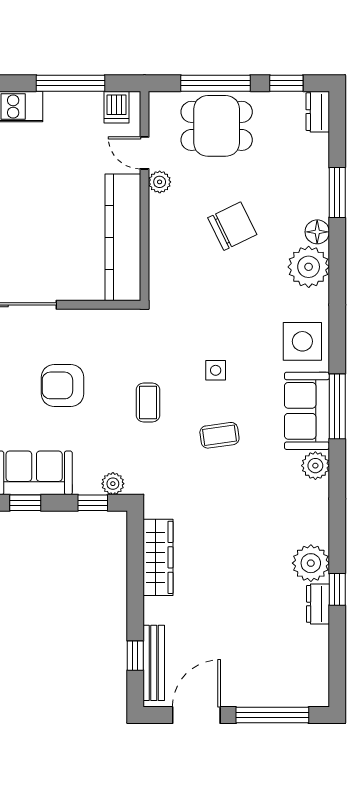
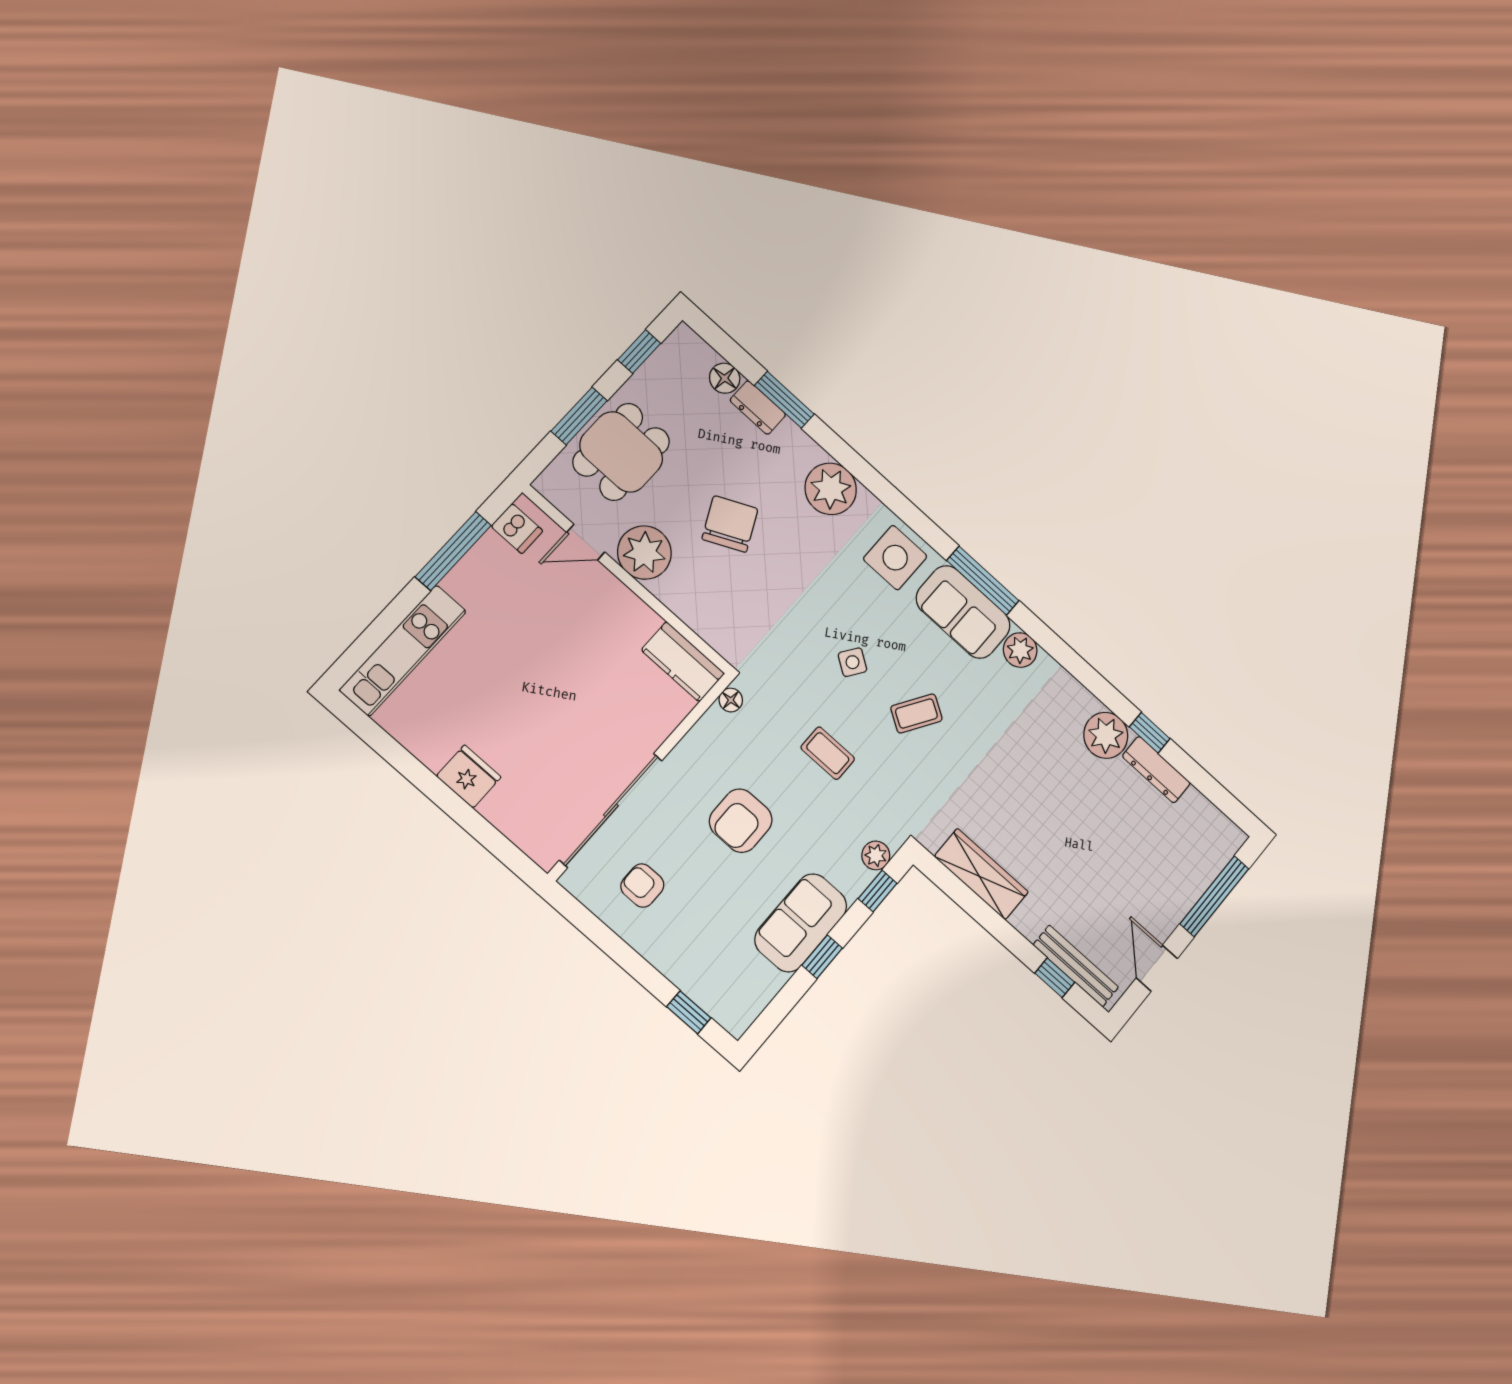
window: (216, 83) -> (579, 416), width x0.69
dresser: (318, 112) -> (758, 407), moved
plant: (160, 182) -> (644, 553), width x1.88, depth x1.88
floor lamp: (317, 232) -> (725, 378), moved
kitchen counter: (123, 237) -> (683, 662), width x0.48, depth x0.86
floor lamp: (128, 318) -> (731, 700), added
side table: (216, 370) -> (852, 662), turned 34
coffee table: (219, 435) -> (916, 713), turned 40
dresser: (318, 604) -> (1156, 770), width x1.44
door: (196, 715) -> (1157, 968), width x0.73

